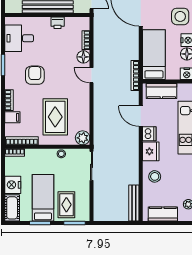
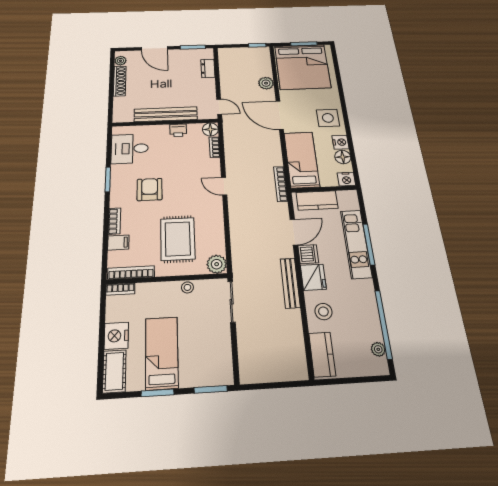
floor lamp: (83, 57) -> (210, 129), moved
door: (141, 116) -> (294, 232), swing flipped
bench: (134, 203) -> (290, 283), moved
rug: (66, 205) -> (197, 361), removed
kitchen counter: (163, 214) -> (322, 354), moved, turned 90

